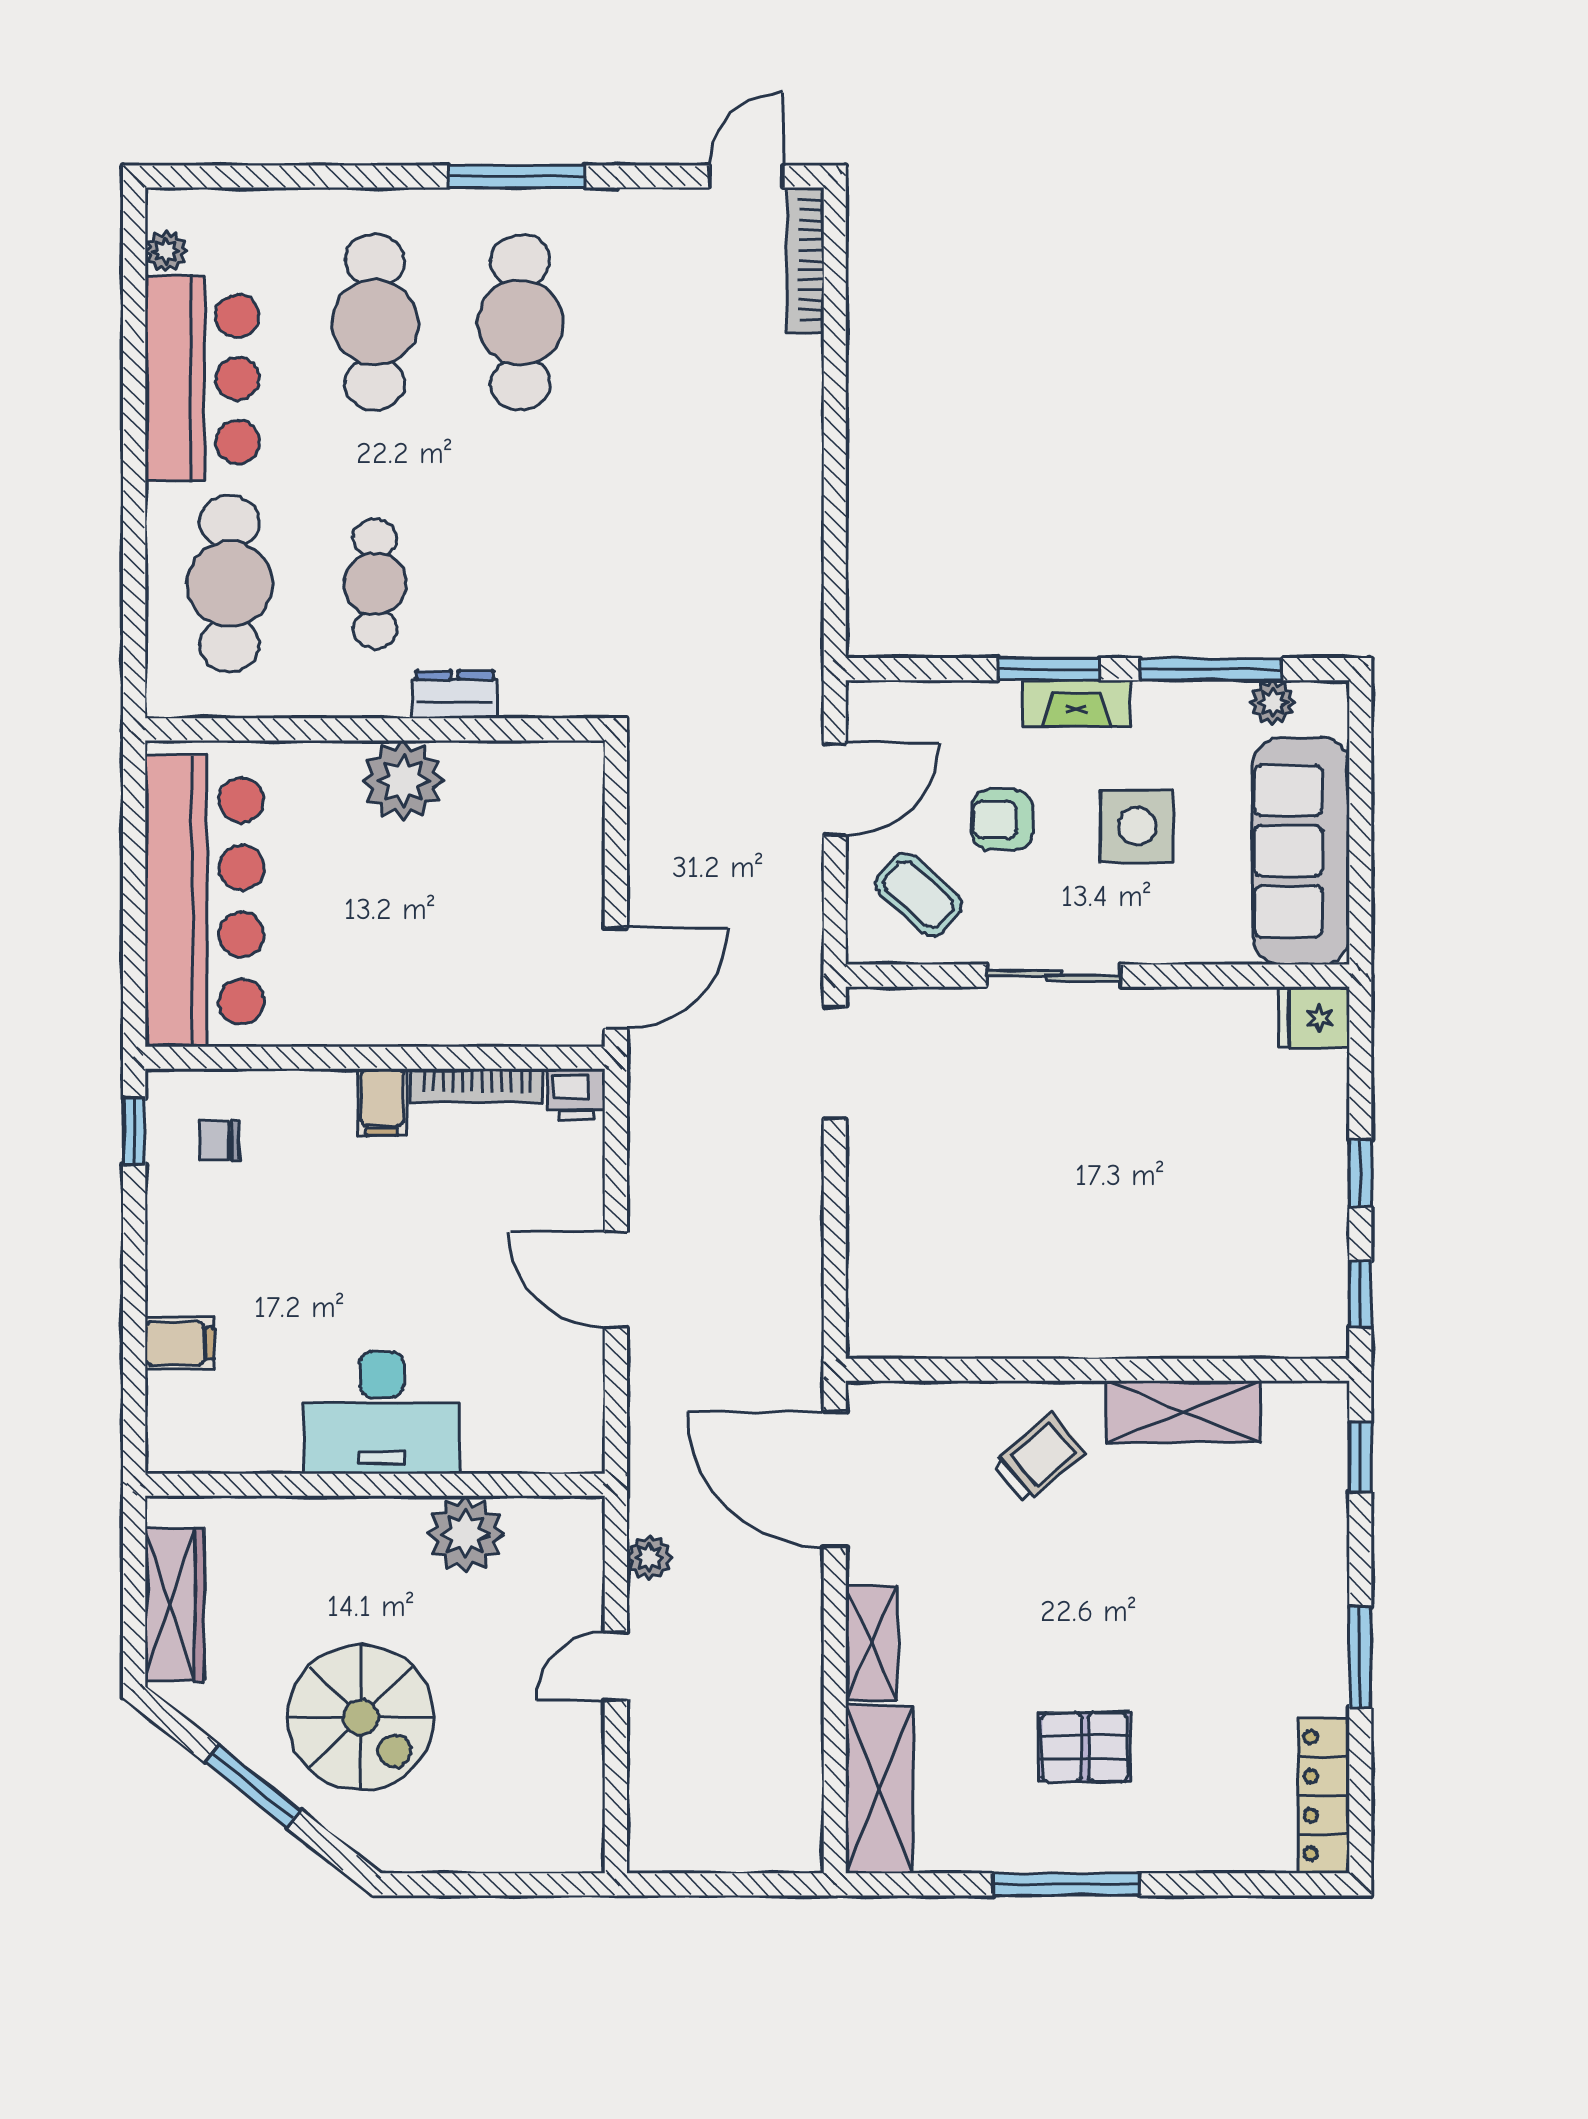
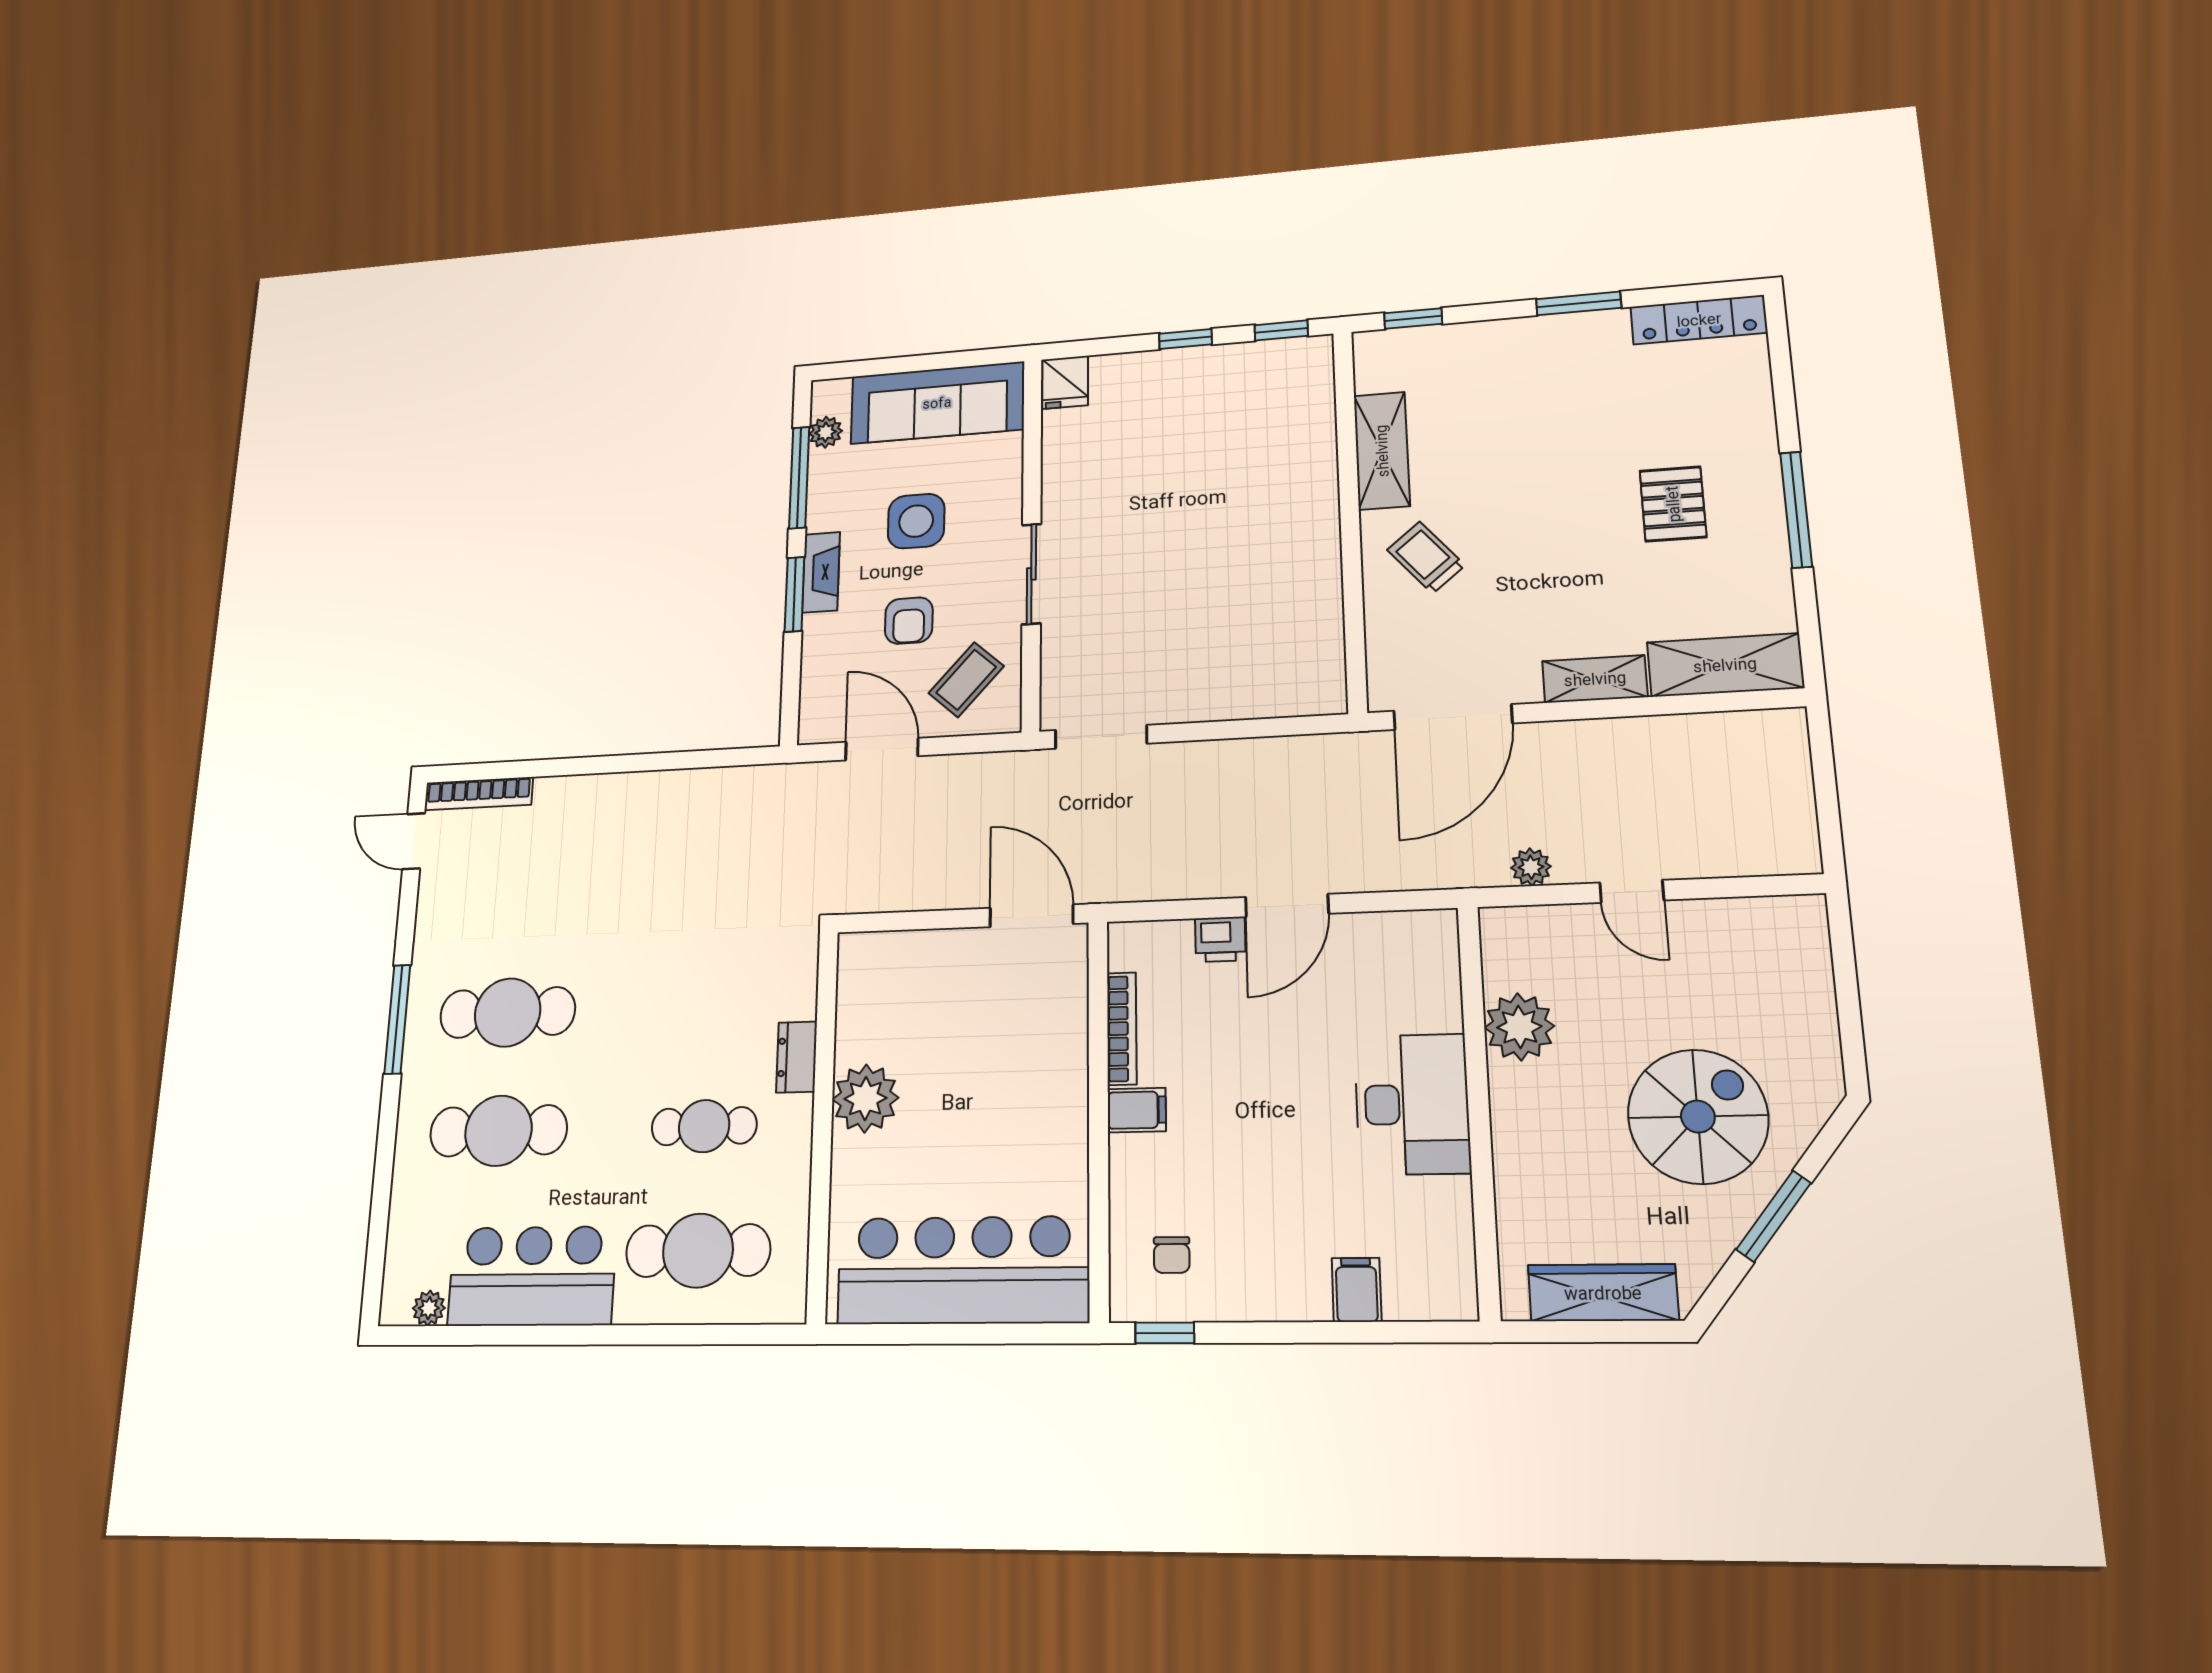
printer: (576, 1095) -> (1220, 939), moved, turned 90

